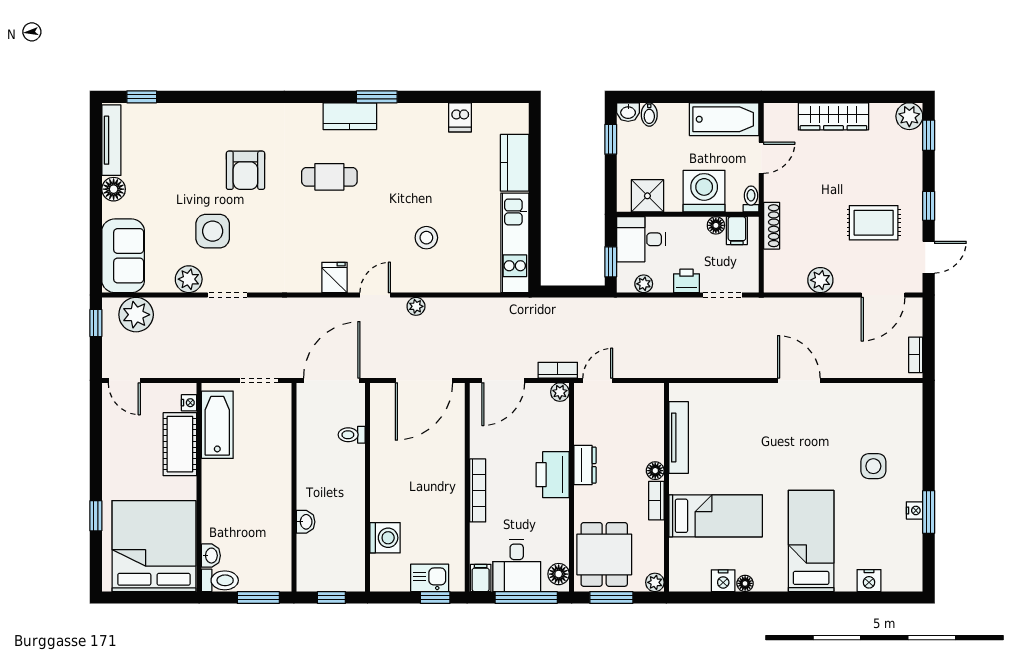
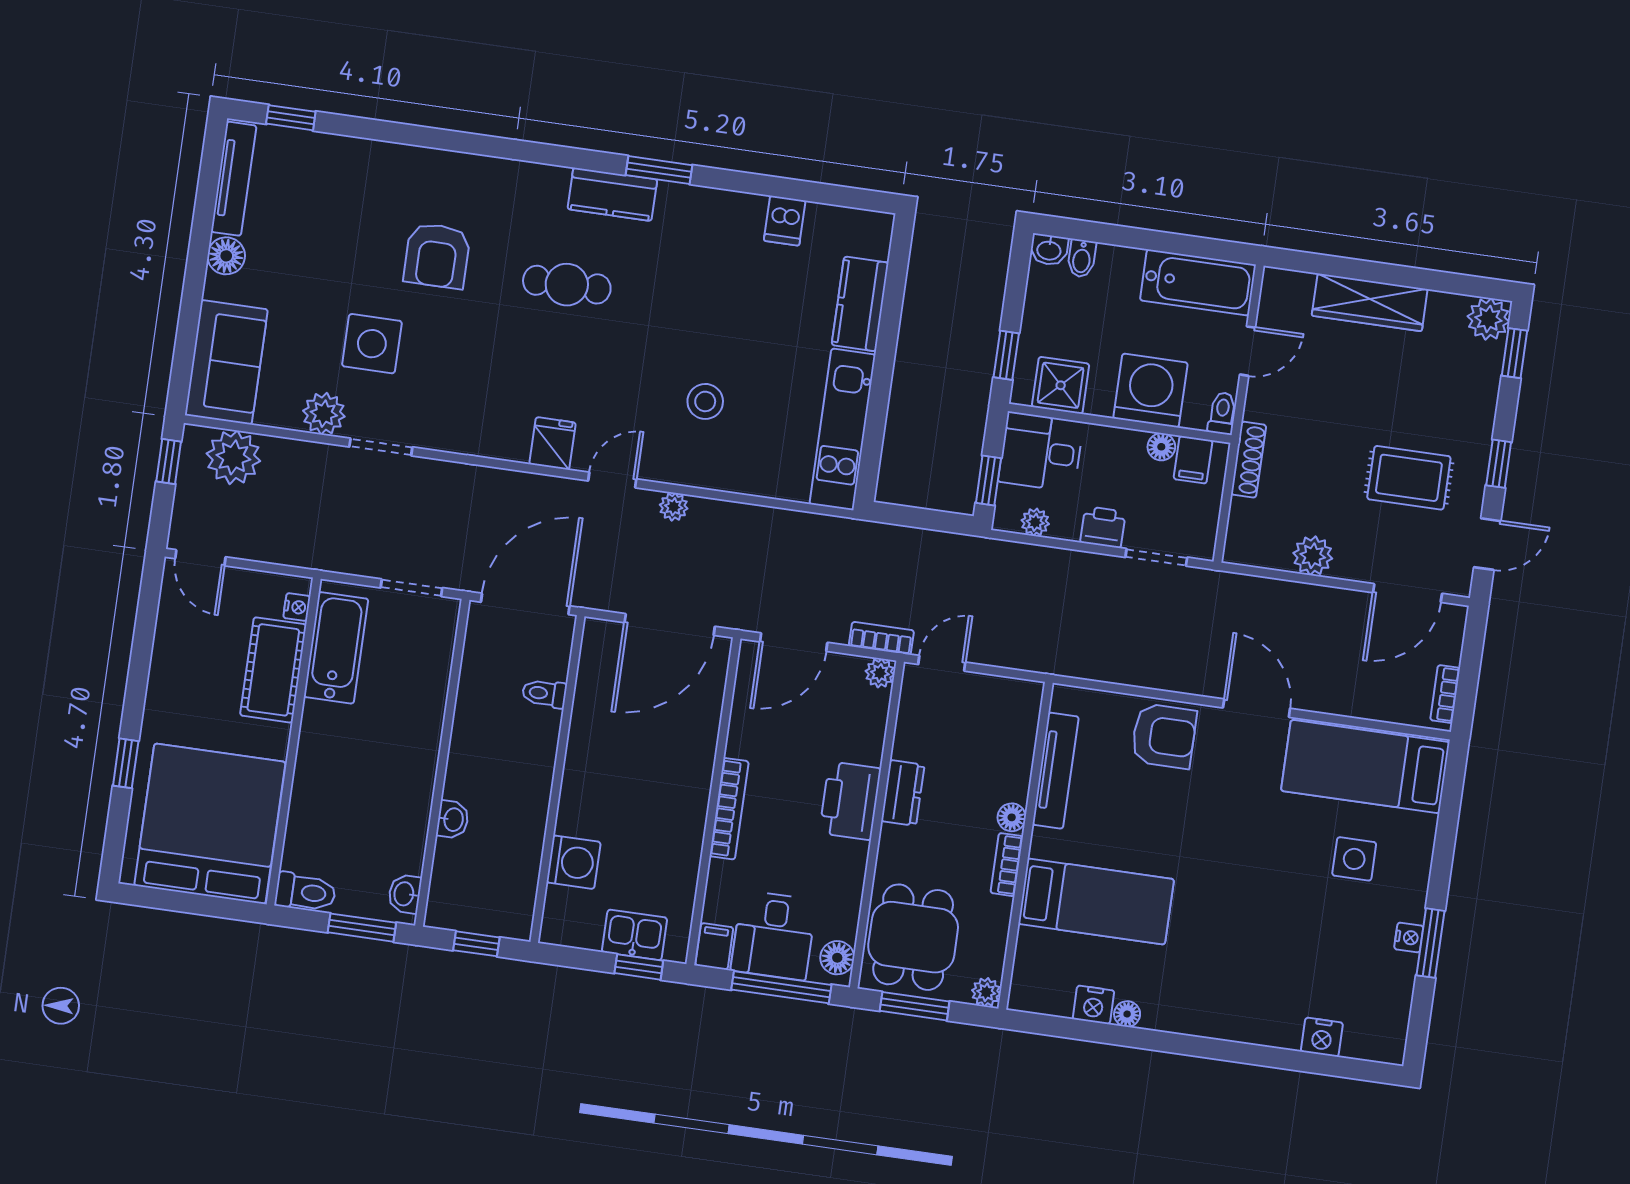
window: (611, 139) -> (1006, 355), moved
armchair: (743, 406) -> (1164, 736), added
bed: (811, 541) -> (1365, 766), moved, turned -90
washbasin: (211, 556) -> (405, 894), moved, turned 180

